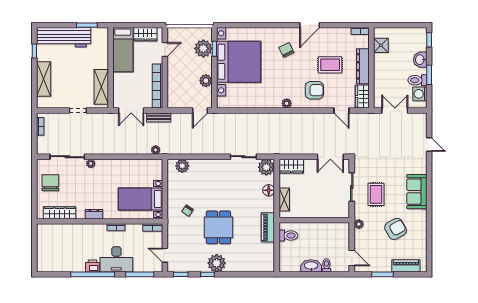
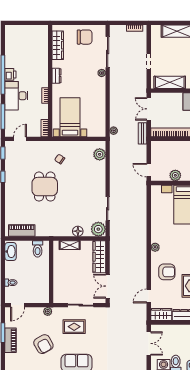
armchair: (314, 90) -> (167, 272), turned -90
wardrobe: (291, 166) -> (99, 257), width x1.50
dining table: (218, 227) -> (45, 187), turned 90
piano: (268, 227) -> (22, 231), moved
plant: (217, 263) -> (13, 185), removed
washbasin: (311, 266) -> (11, 252), moved
piano: (406, 266) -> (11, 340), moved

